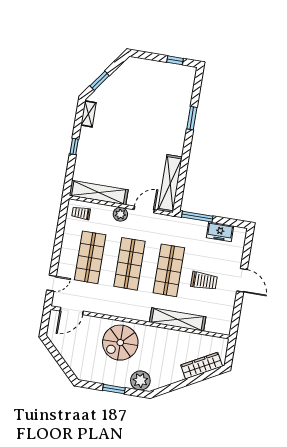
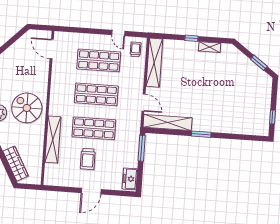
window: (100, 81) -> (259, 63), moved
shelving: (88, 114) -> (210, 47), moved
window: (192, 118) -> (201, 134), moved
plant: (120, 214) -> (138, 83), removed
freezer: (220, 232) -> (130, 179), moved
door: (52, 283) -> (118, 33), moved
spiral stairs: (120, 343) -> (27, 108), moved

